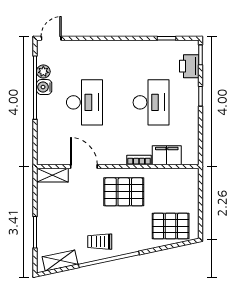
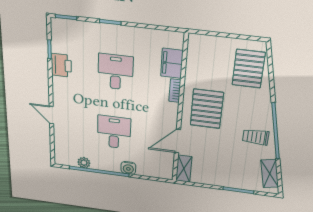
door: (51, 38) -> (51, 115), moved
printer: (189, 66) -> (61, 65), moved, turned -90
water cooler: (44, 87) -> (128, 168), moved
desk: (85, 102) -> (114, 132), width x0.73
desk: (151, 102) -> (116, 72), width x0.73
trolley: (100, 242) -> (256, 137), turned 90

